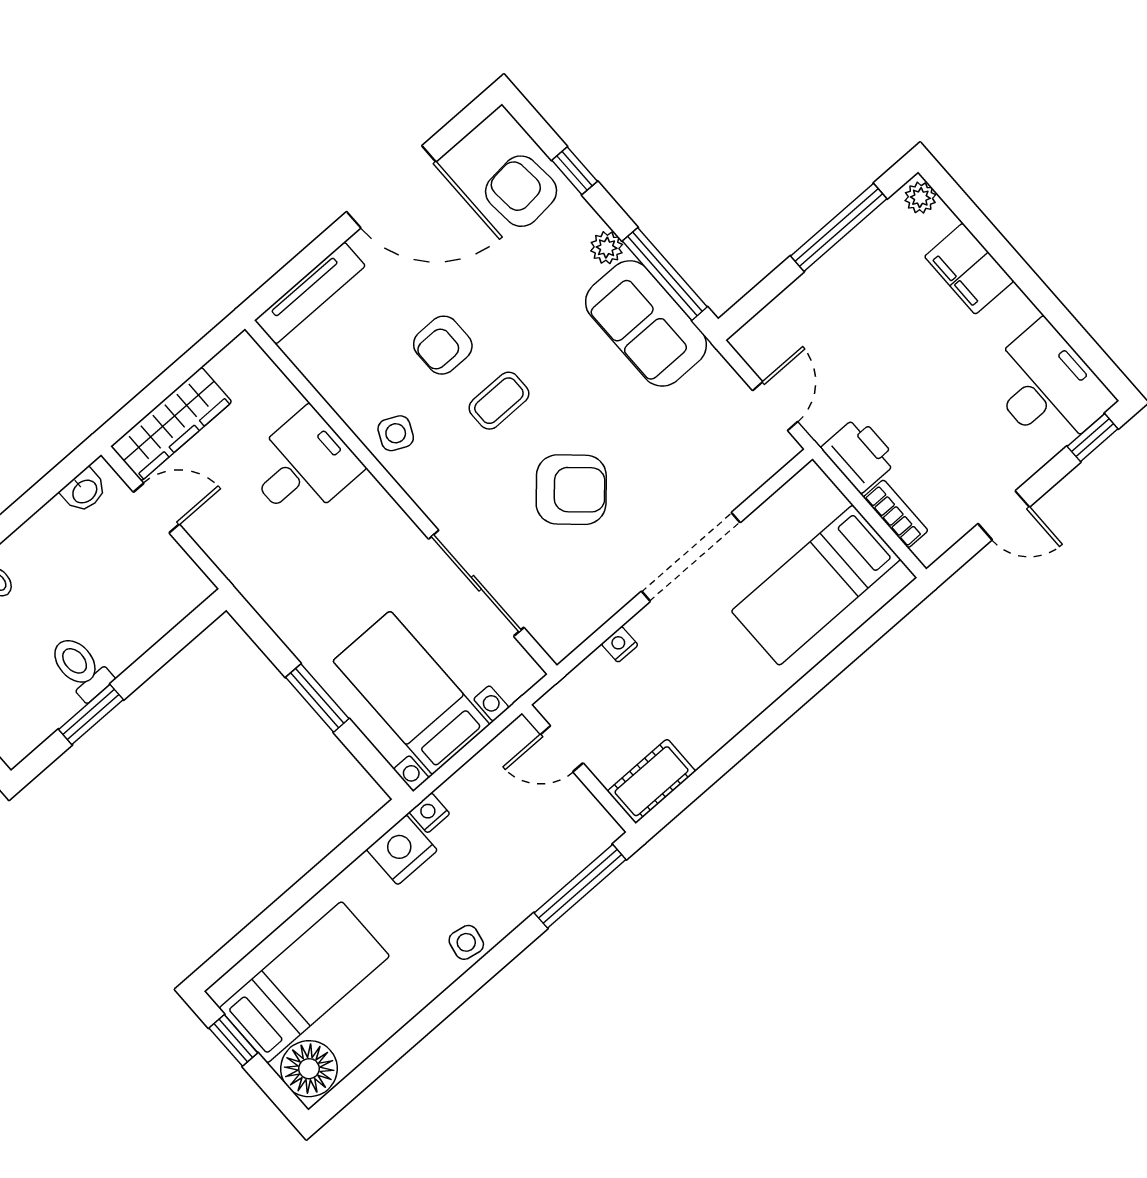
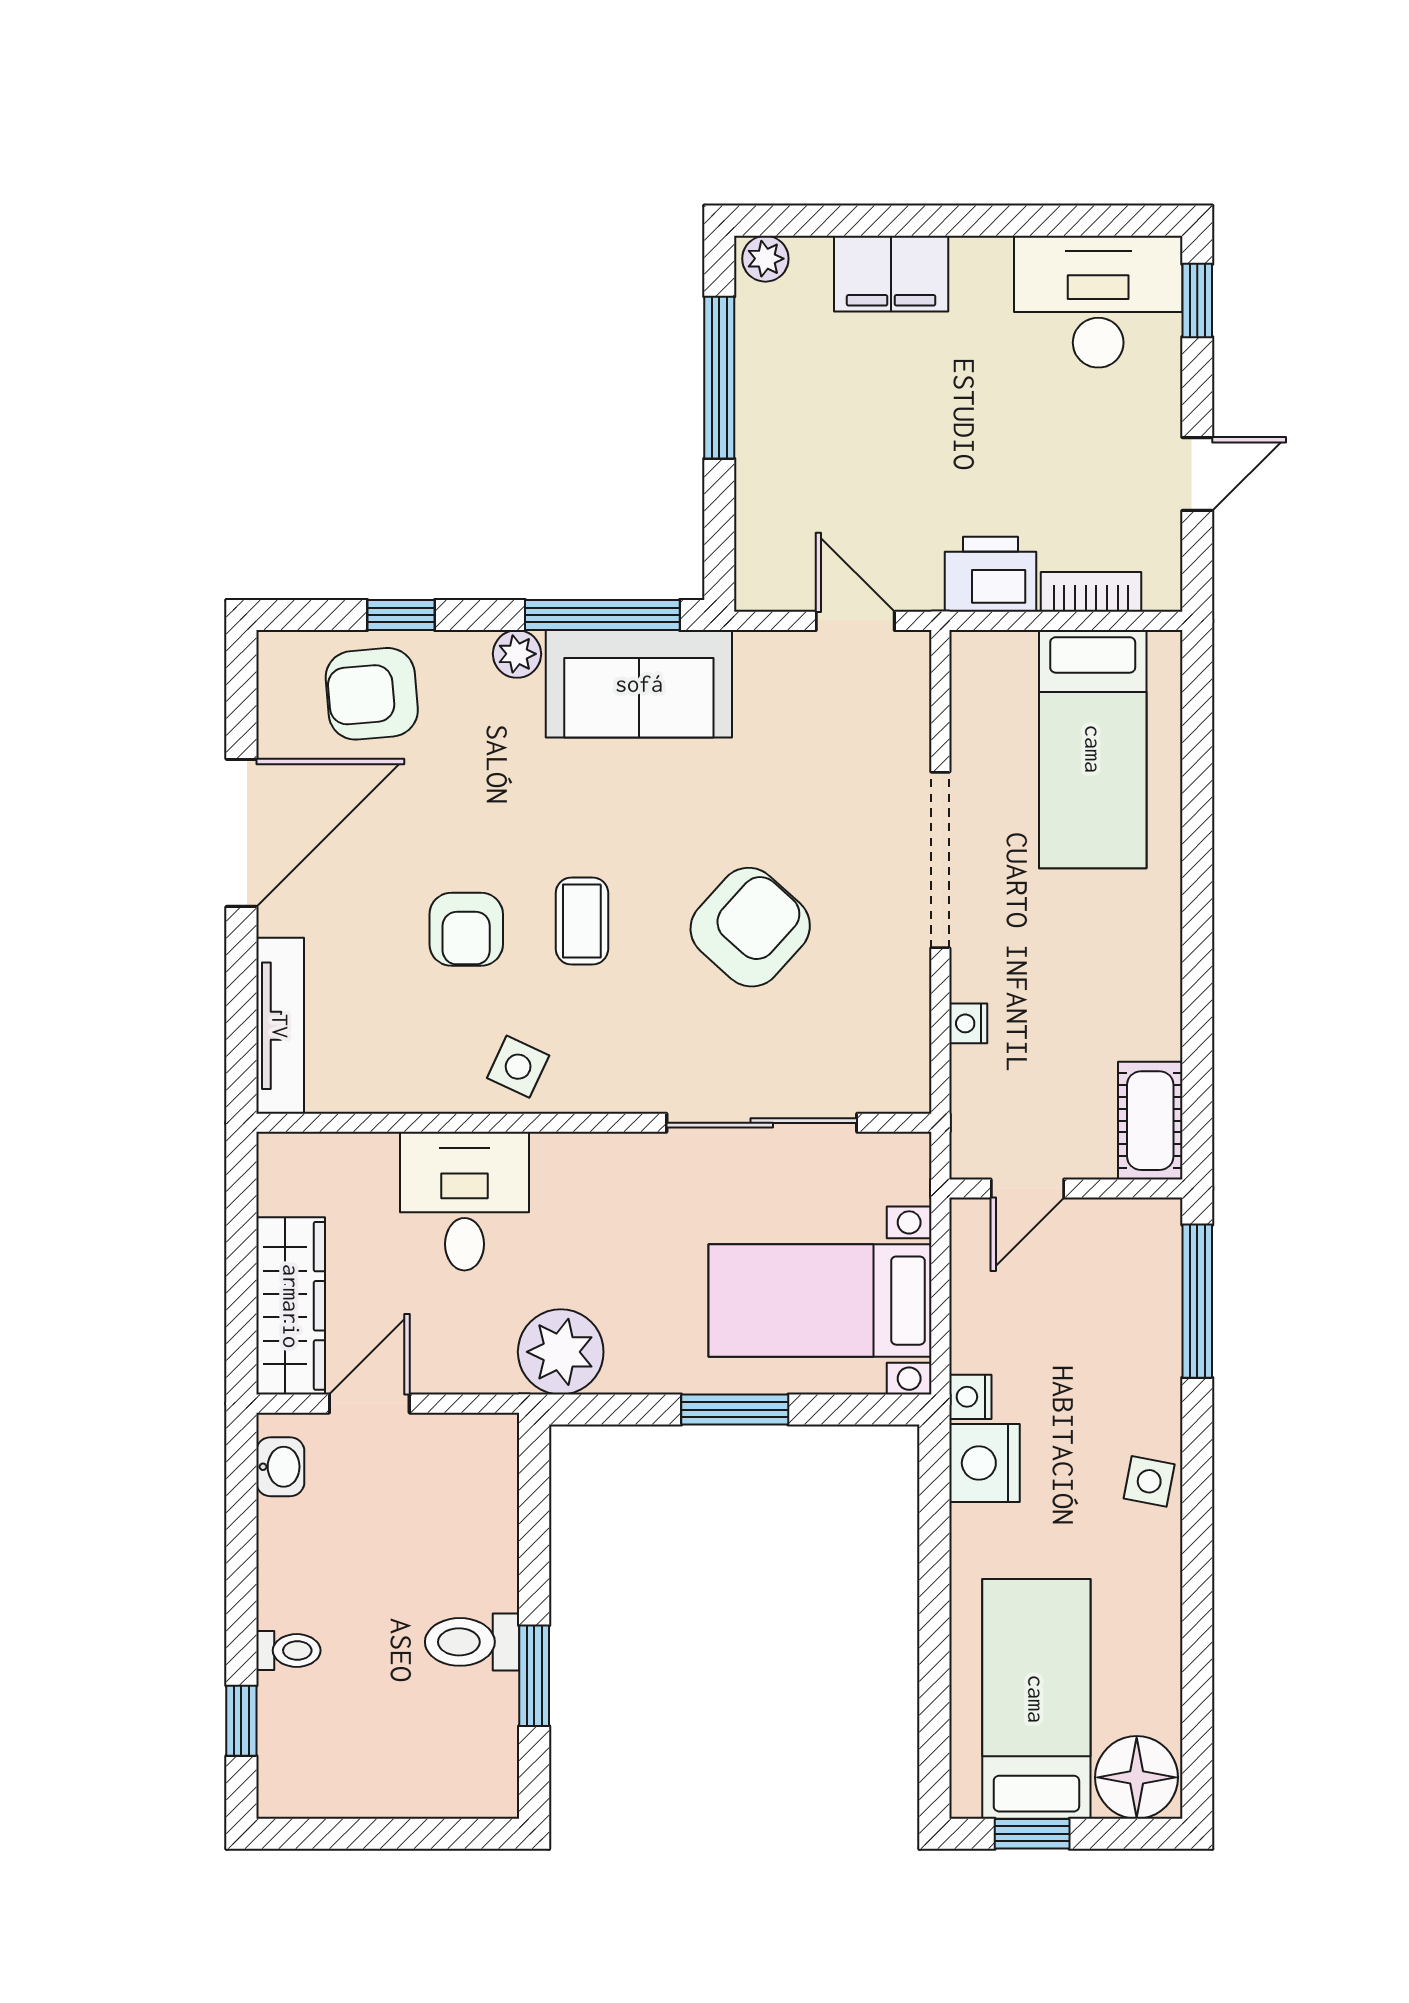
plant: (269, 583) -> (561, 1352), added

